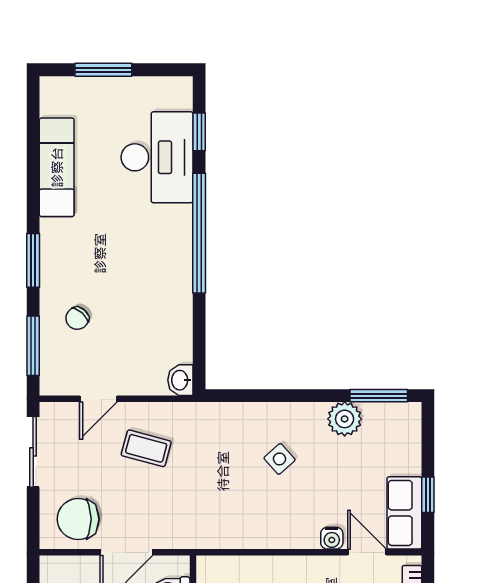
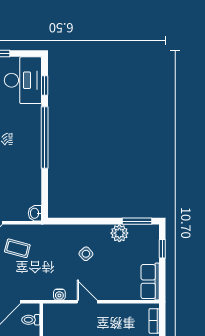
desk: (157, 157) -> (23, 80), moved
window: (428, 495) -> (162, 249), moved
water cooler: (332, 538) -> (59, 295), moved
door: (367, 552) -> (87, 302), moved

